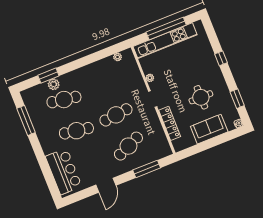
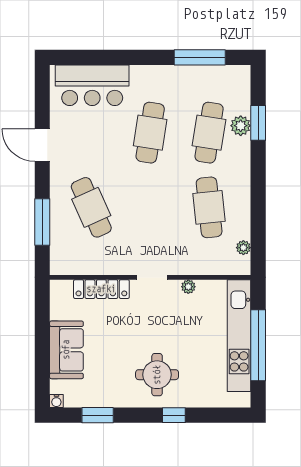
round table: (201, 97) -> (157, 375), moved
cafe table: (116, 115) -> (209, 207), moved

